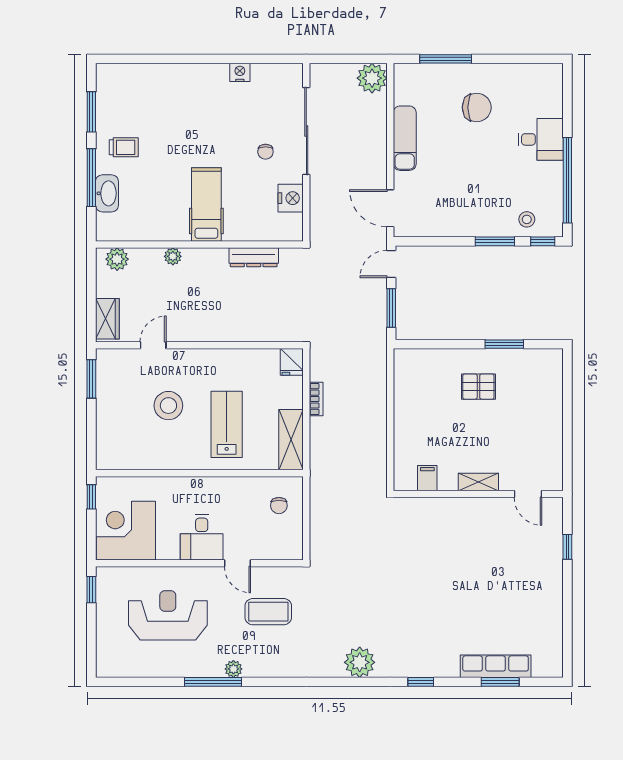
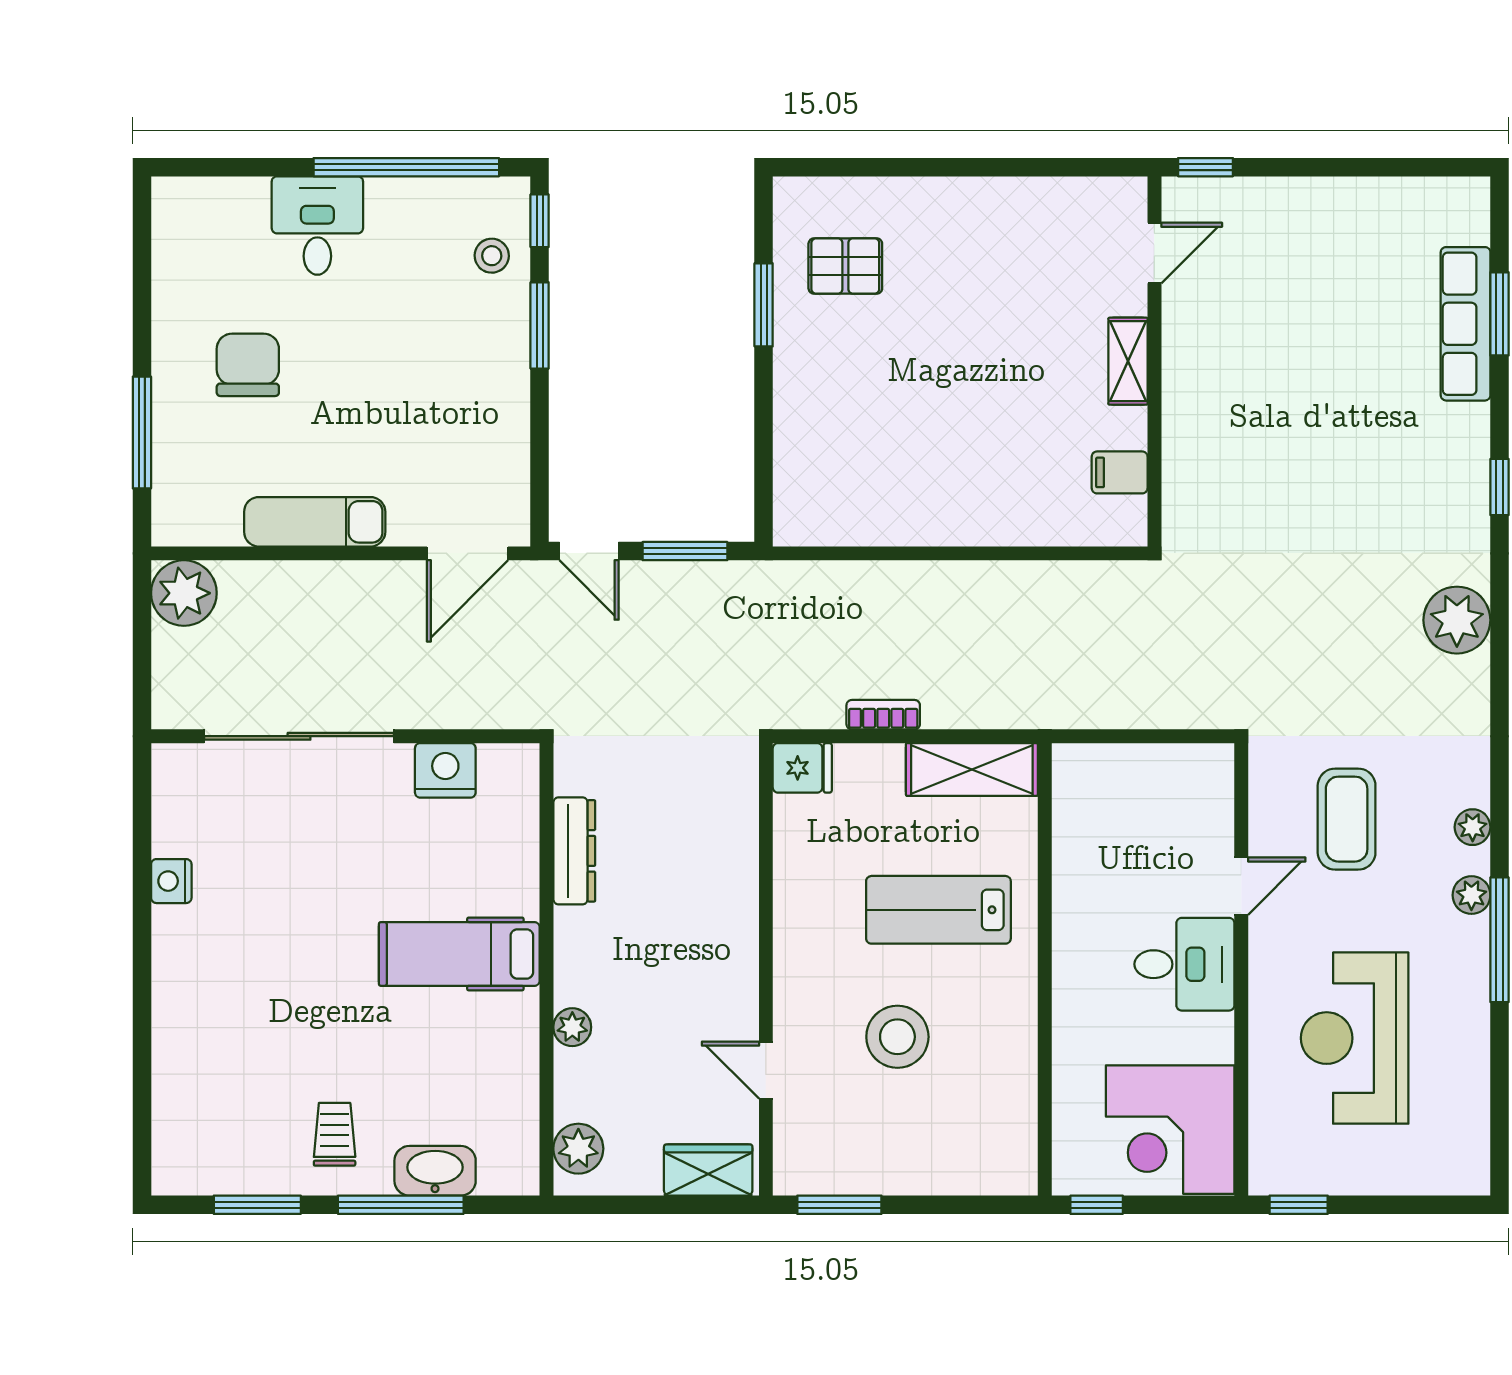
chair: (265, 152) -> (344, 825), removed
pallet: (478, 387) -> (845, 266), moved, turned 90
filing cabinet: (427, 478) -> (1120, 472), moved
shelving: (478, 482) -> (1128, 361), moved
wall: (478, 494) -> (1154, 361), moved
door: (528, 494) -> (1154, 253), moved
chair: (279, 506) -> (1115, 796), removed
plant: (265, 669) -> (1473, 827), added

